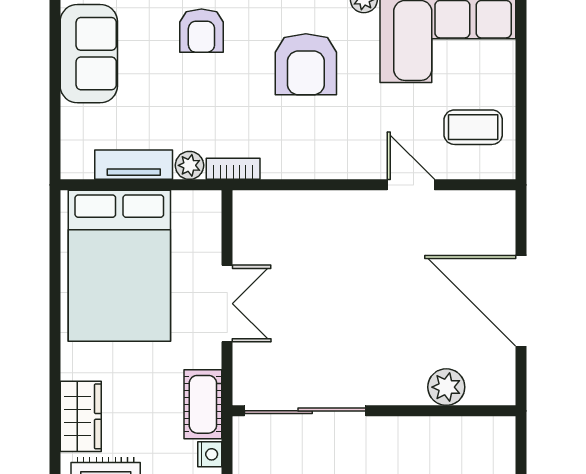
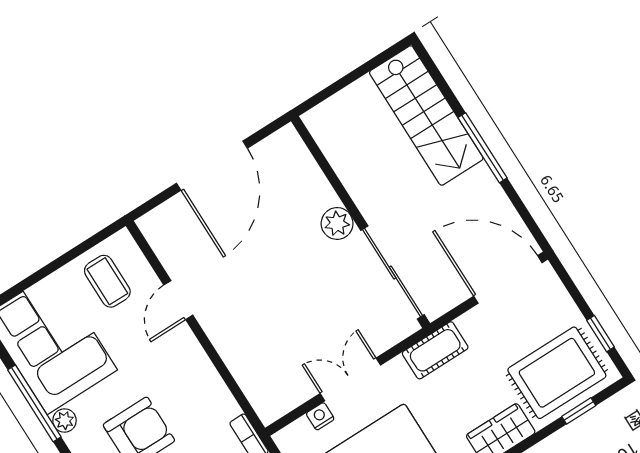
plant: (446, 387) -> (337, 223), moved
nightstand: (210, 454) -> (320, 416), moved

